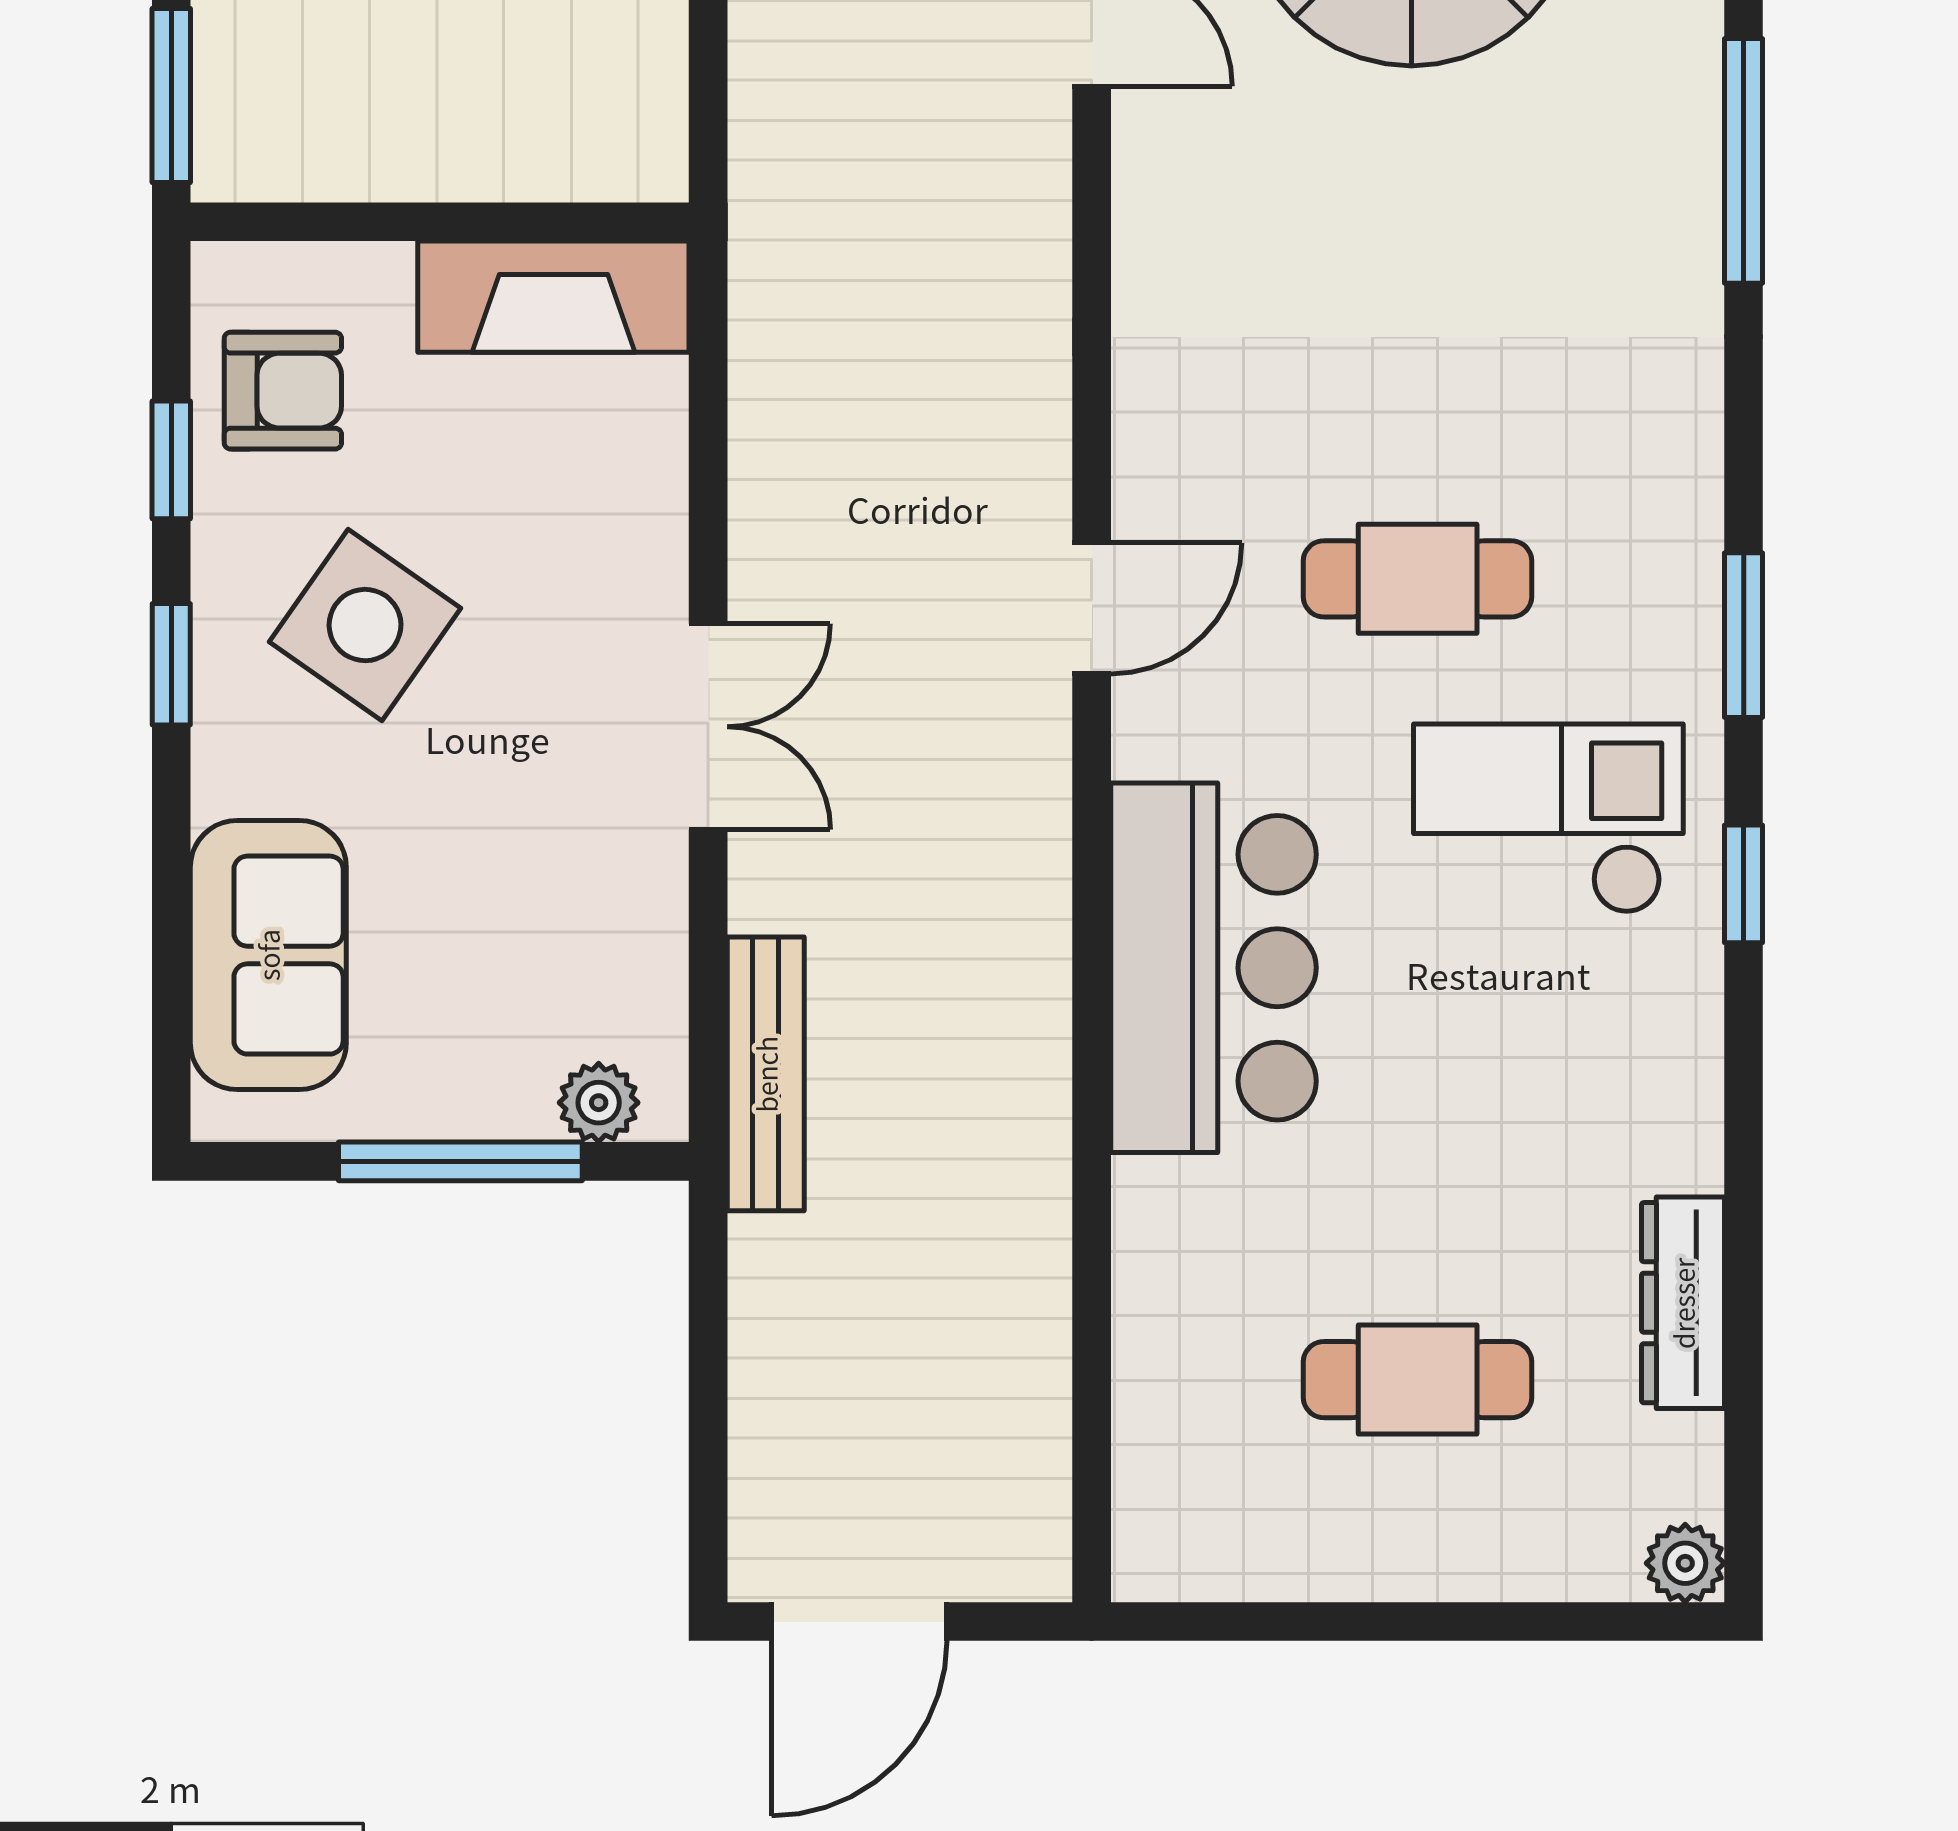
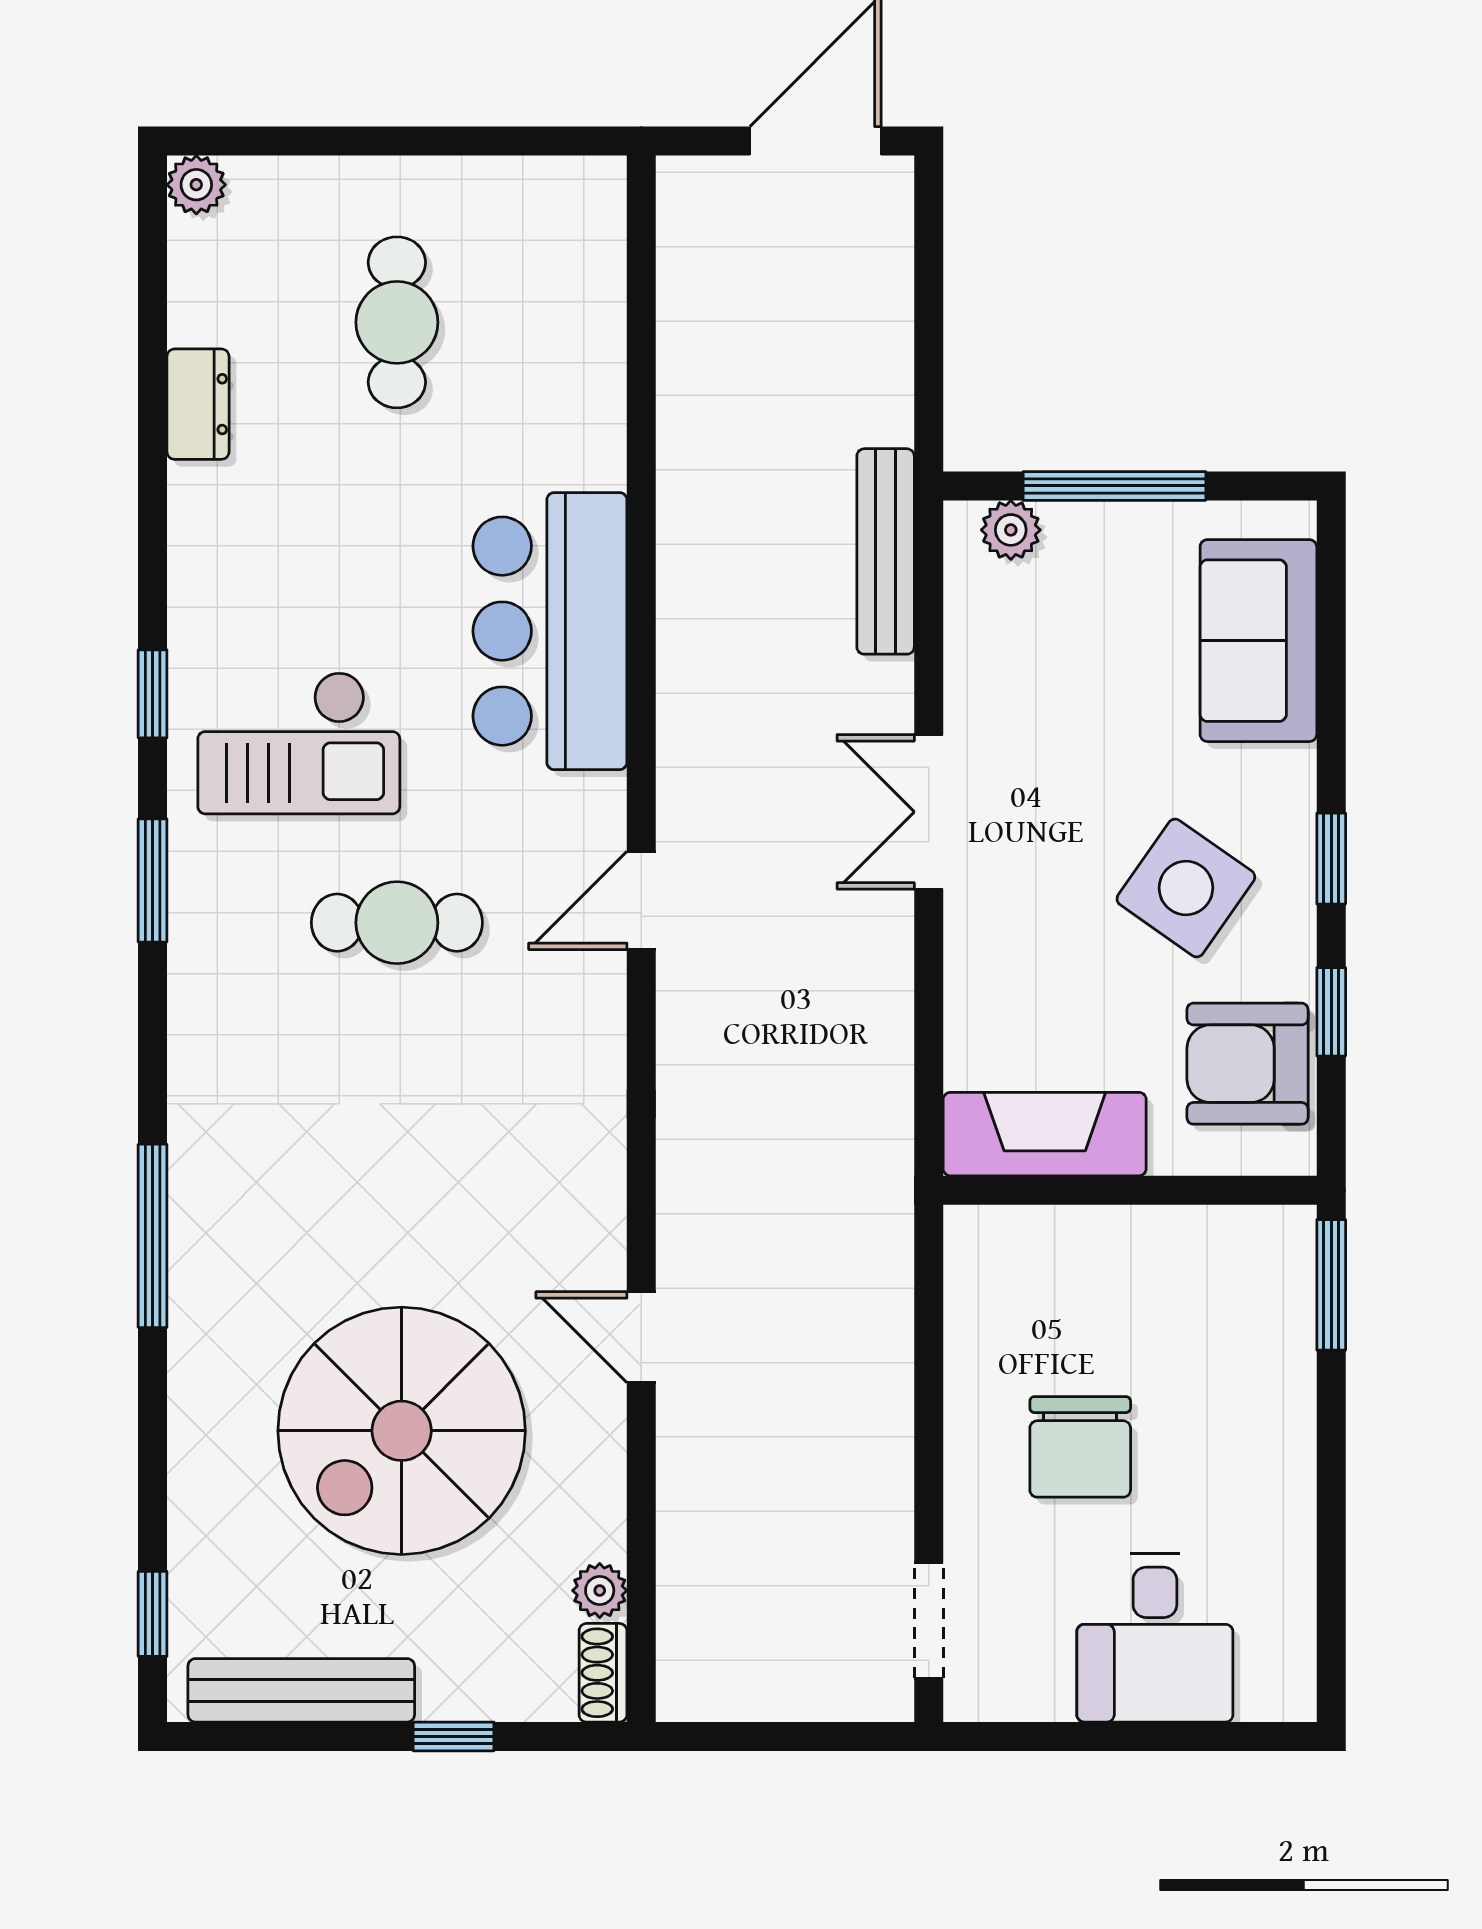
armchair: (283, 391) -> (1248, 1064), width x1.38, depth x1.38
dresser: (1683, 1303) -> (198, 404), width x0.70
cafe table: (1418, 1380) -> (397, 322), turned 90

